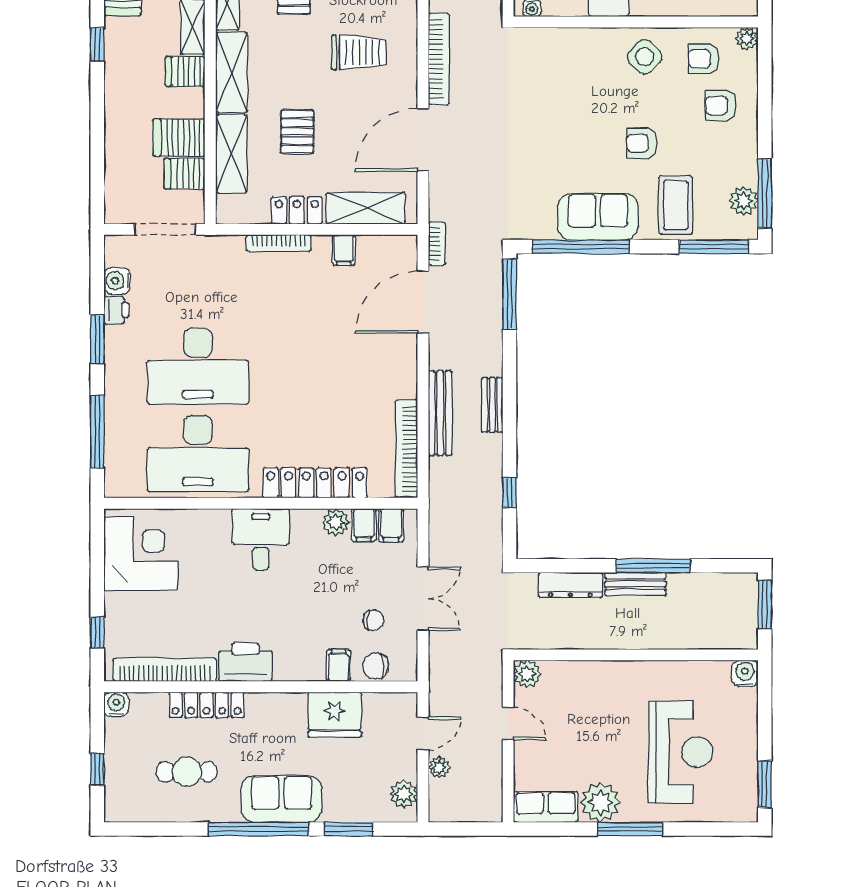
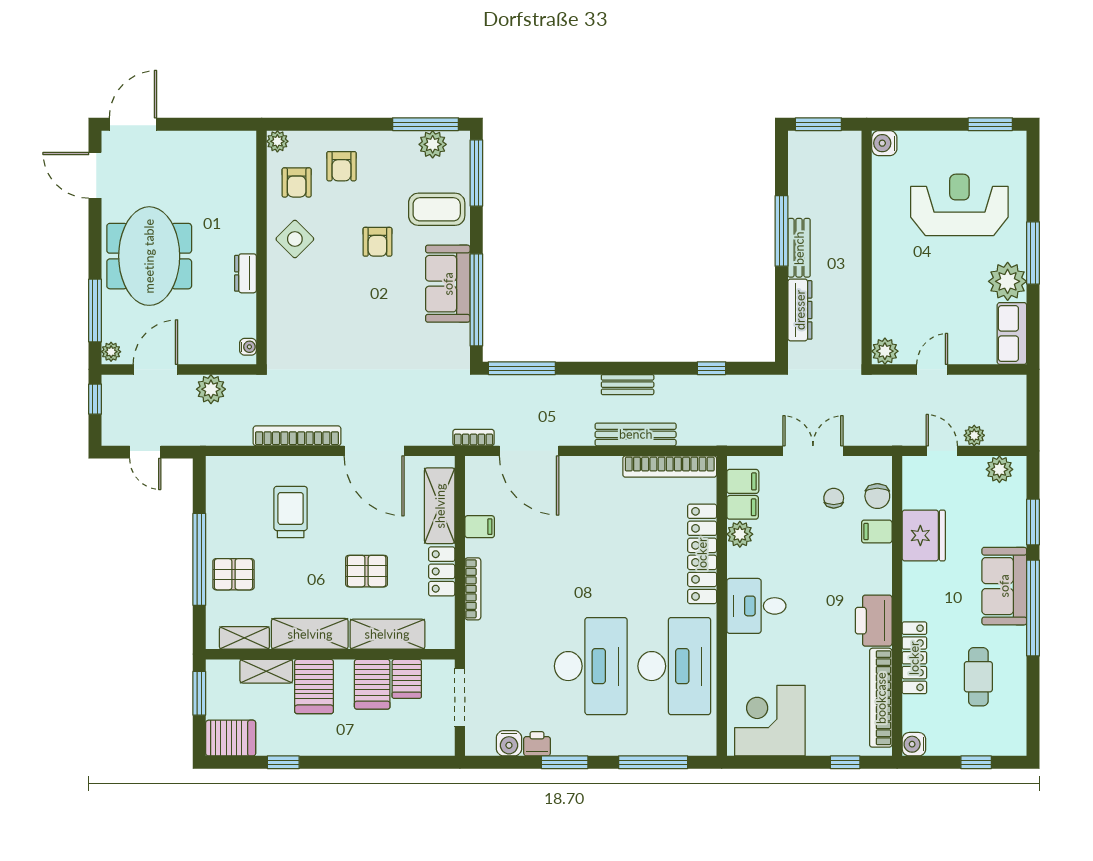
server rack: (185, 71) -> (314, 686), width x1.36, depth x1.44

